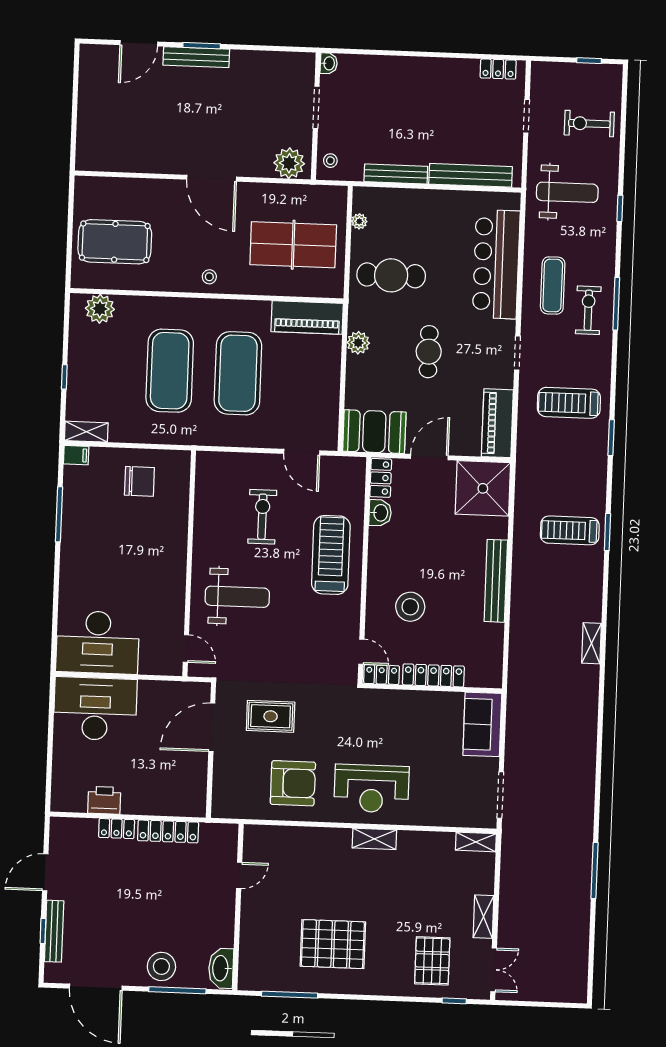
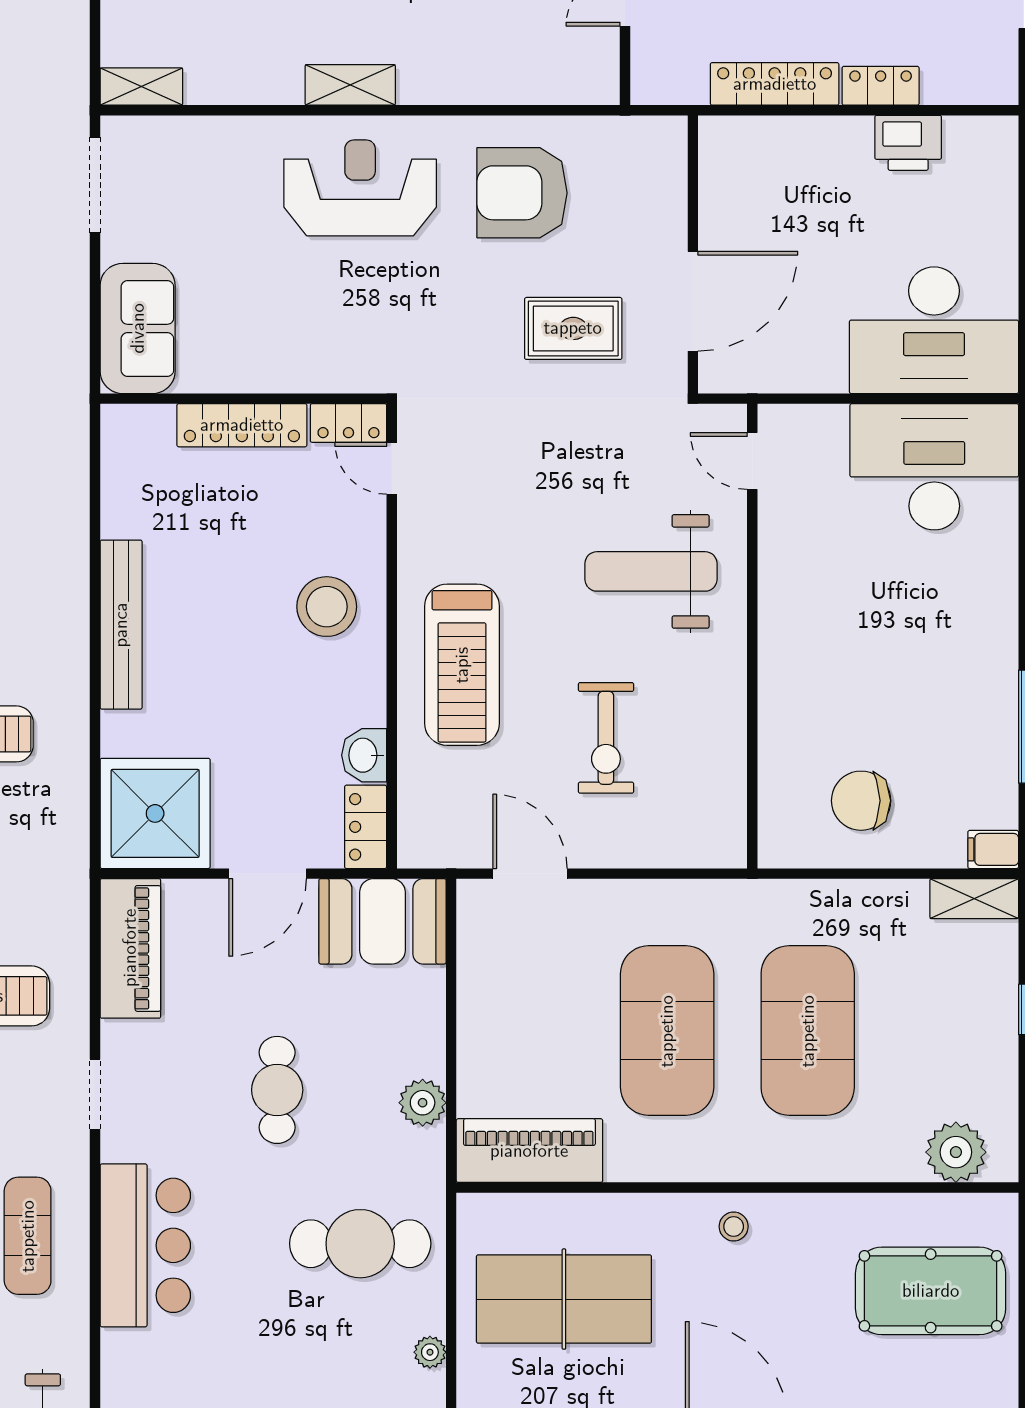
bar counter: (496, 264) -> (145, 1245), width x0.73
stool: (410, 607) -> (327, 607), moved

